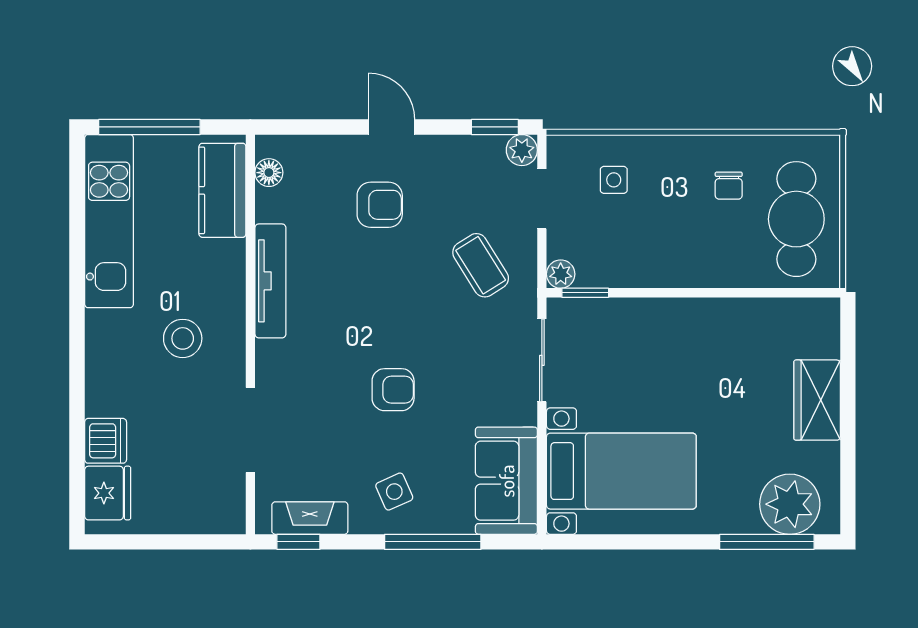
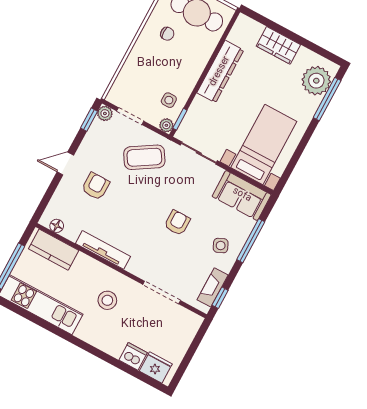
side table: (614, 180) -> (169, 100), moved
coffee table: (481, 265) -> (144, 157), width x1.36, depth x1.30
dresser: (712, 320) -> (220, 71), added

